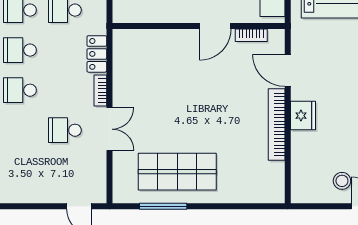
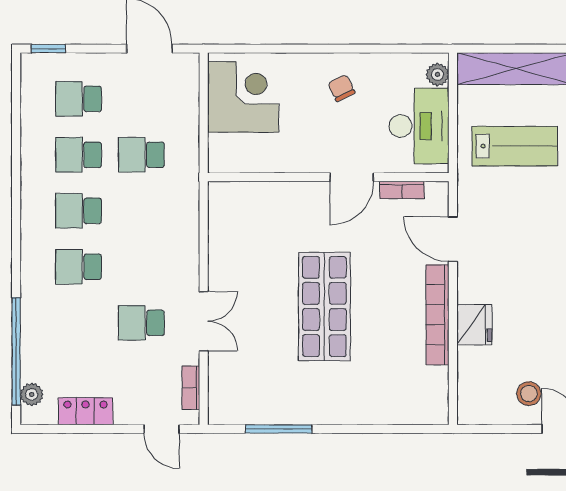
locker: (97, 54) -> (86, 411), moved, turned 90
bookcase: (100, 90) -> (191, 388), moved
fridge: (303, 116) -> (474, 325), moved
shop shelf: (177, 172) -> (324, 306), moved, turned 90

